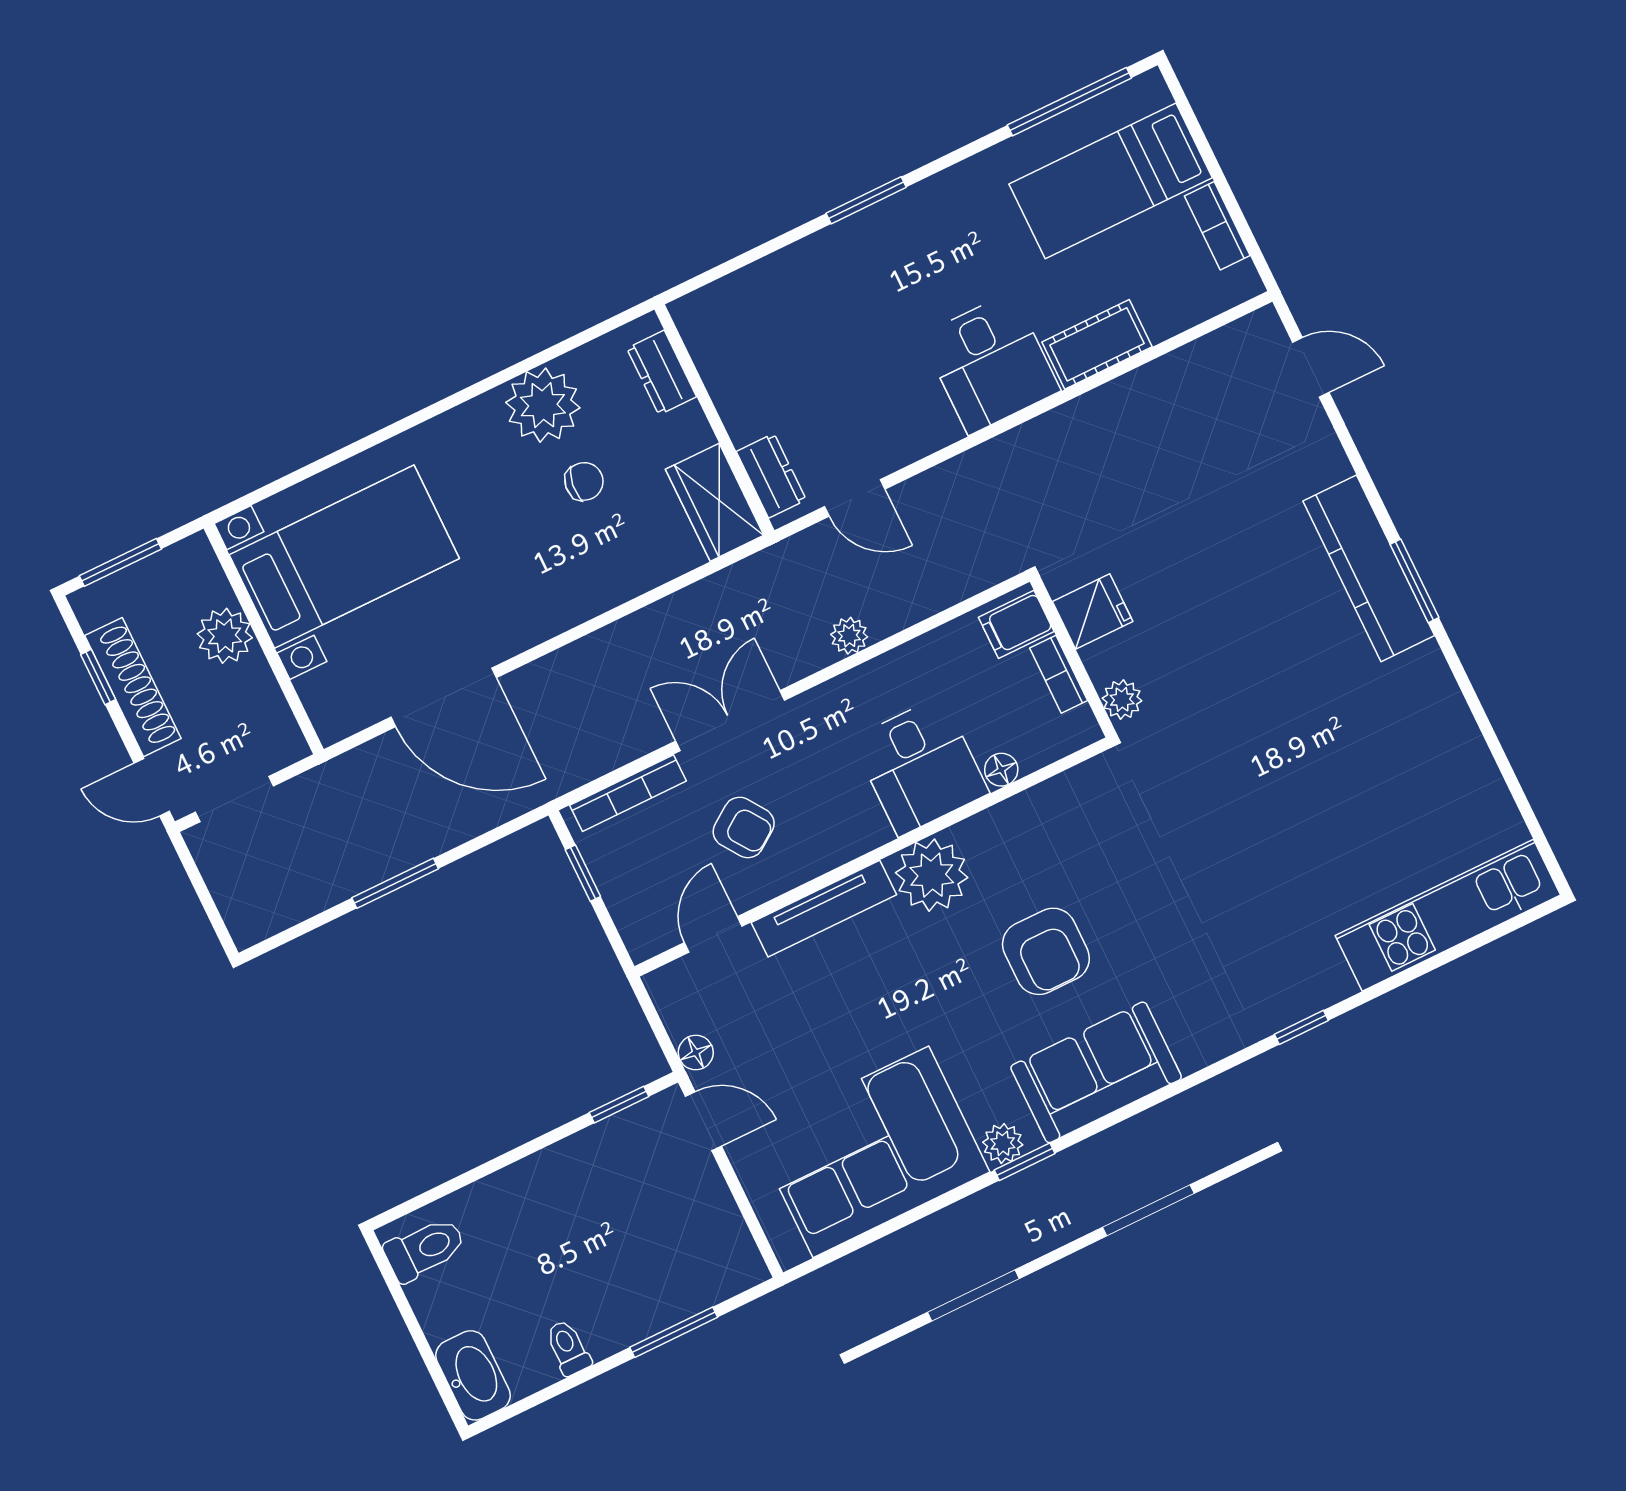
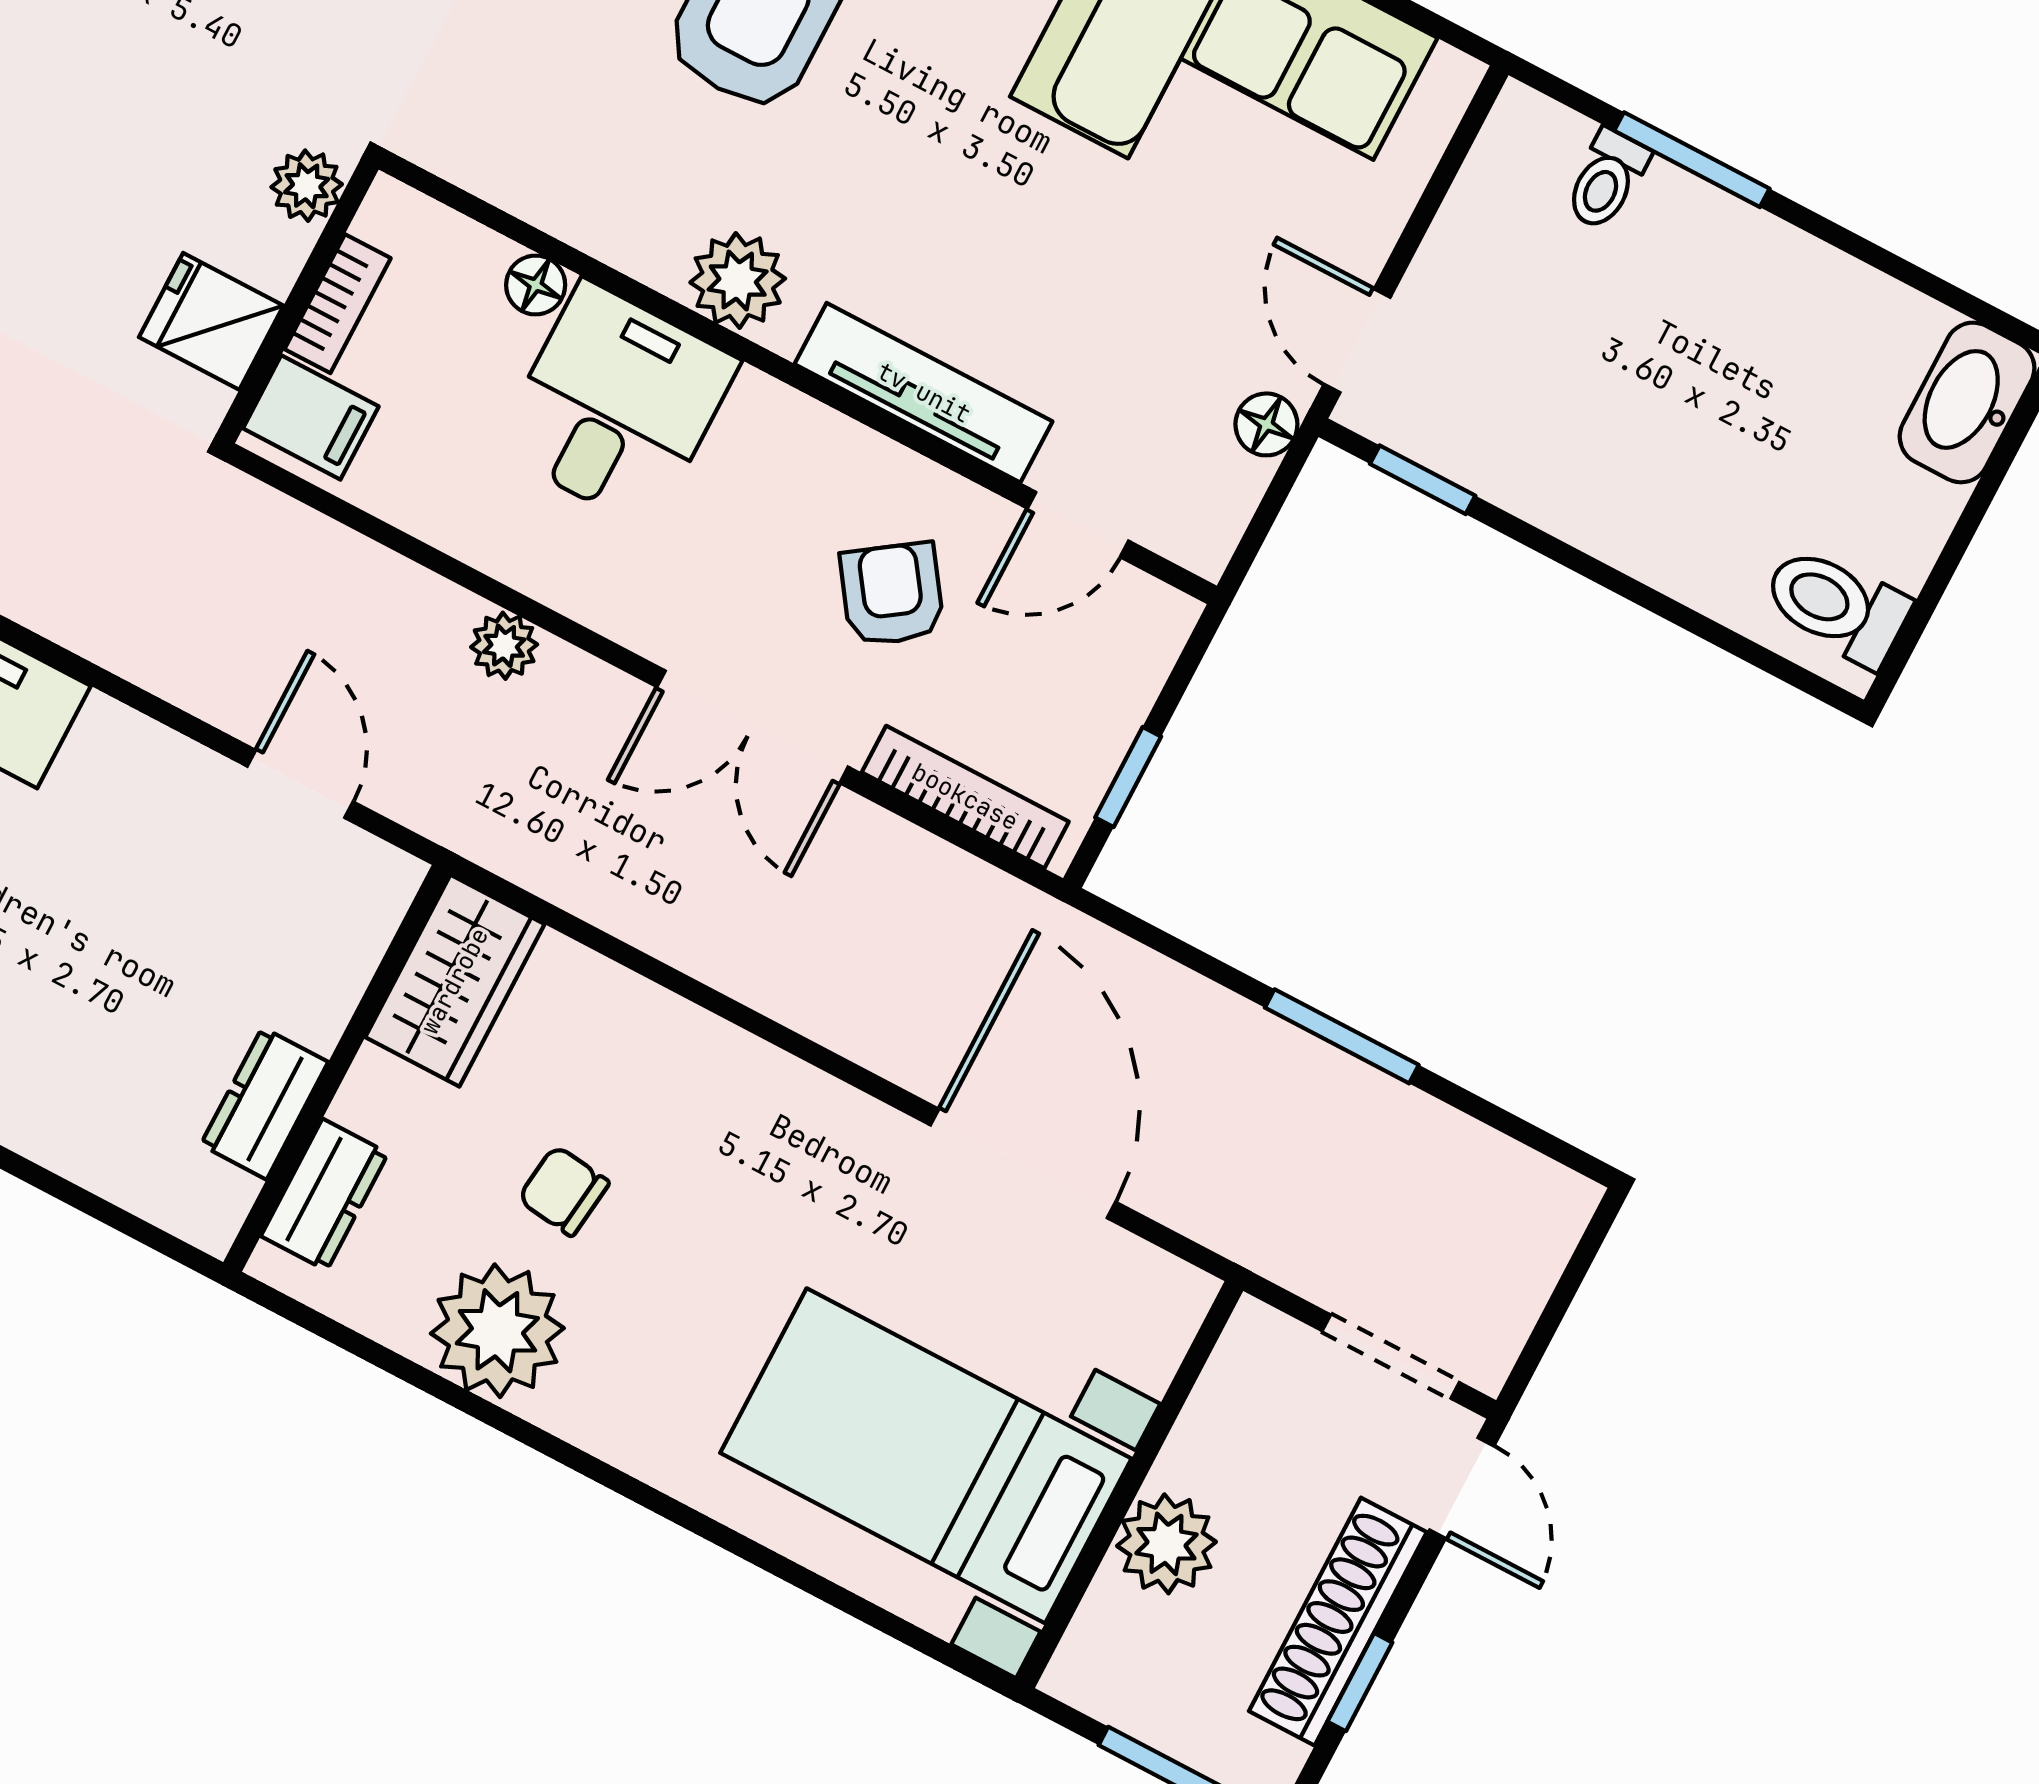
dresser: (771, 476) -> (264, 1103), moved
plant: (932, 875) -> (738, 280), width x0.73, depth x0.73
toilet: (568, 1348) -> (1607, 180), moved

